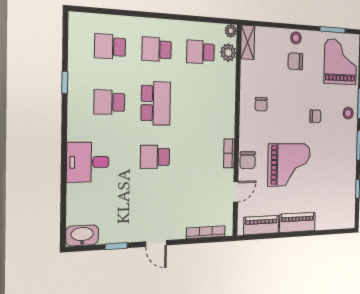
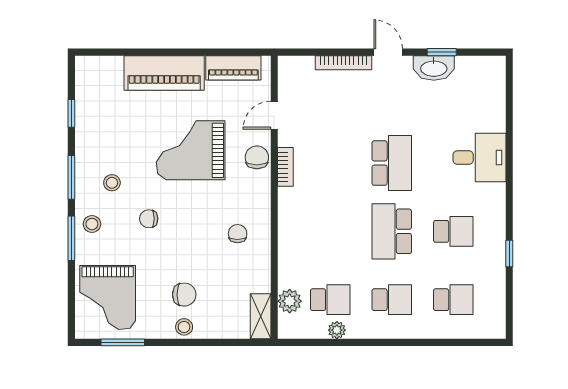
plant: (231, 31) -> (337, 330), moved
stool: (336, 142) -> (112, 183), added
school desk: (155, 157) -> (392, 163), width x1.85
piano: (297, 222) -> (164, 73), width x1.37, depth x1.33
bookcase: (206, 232) -> (344, 63), moved
washbasin: (82, 235) -> (434, 68), moved

